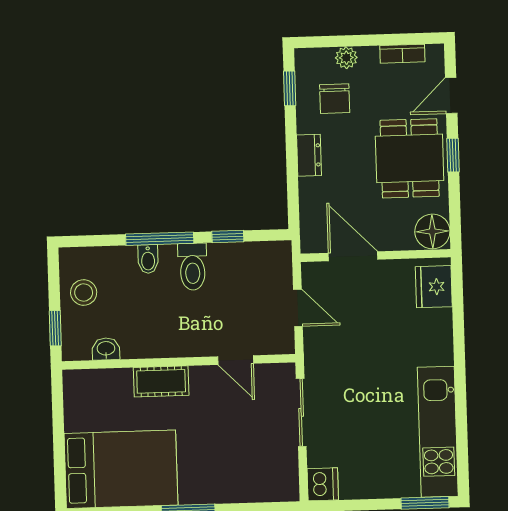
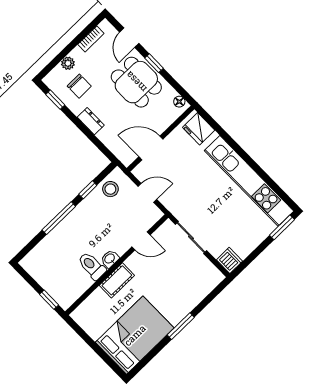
floor lamp: (432, 231) -> (179, 102), width x0.53, depth x0.53
bidet: (148, 259) -> (62, 232), removed
toilet: (193, 267) -> (92, 266), moved, turned 180
stool: (84, 293) -> (110, 189), moved
washbasin: (106, 349) -> (110, 259), moved
kitchen unit: (438, 432) -> (249, 181), width x1.36

